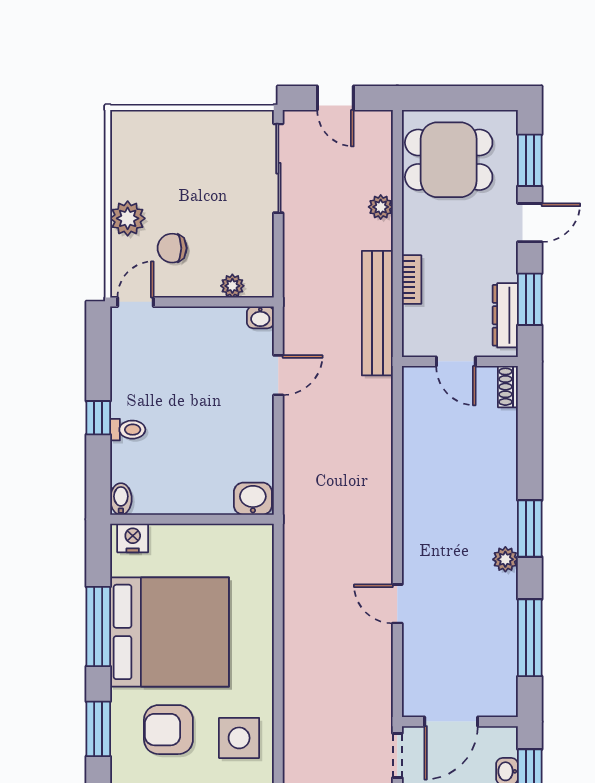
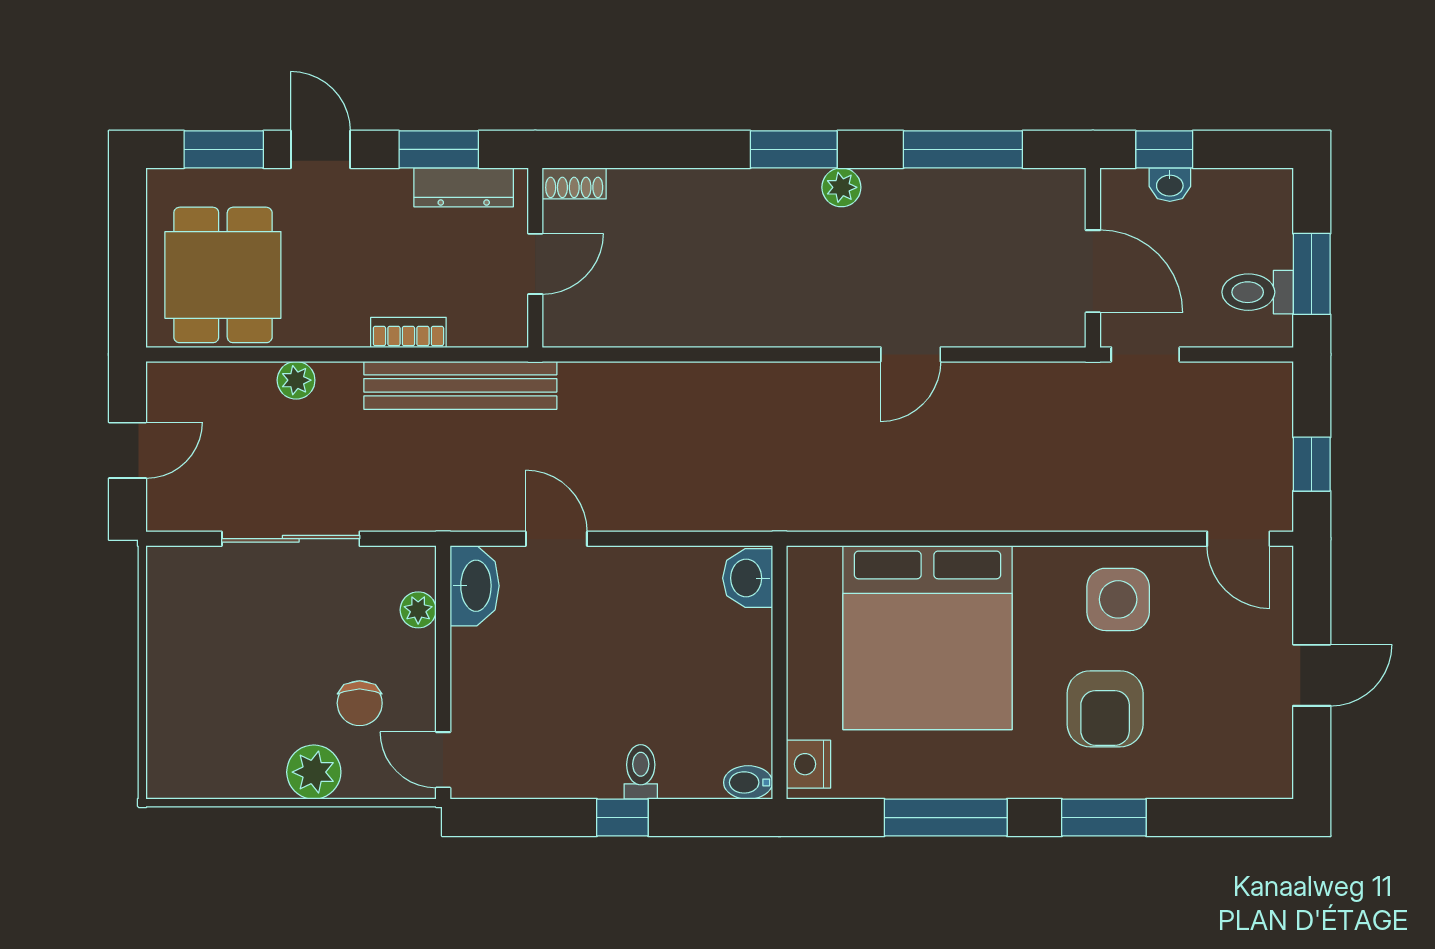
sliding door: (278, 168) -> (291, 539), moved
washbasin: (260, 317) -> (475, 586), width x1.91, depth x1.45
bed: (170, 632) -> (928, 638), moved, turned 180

